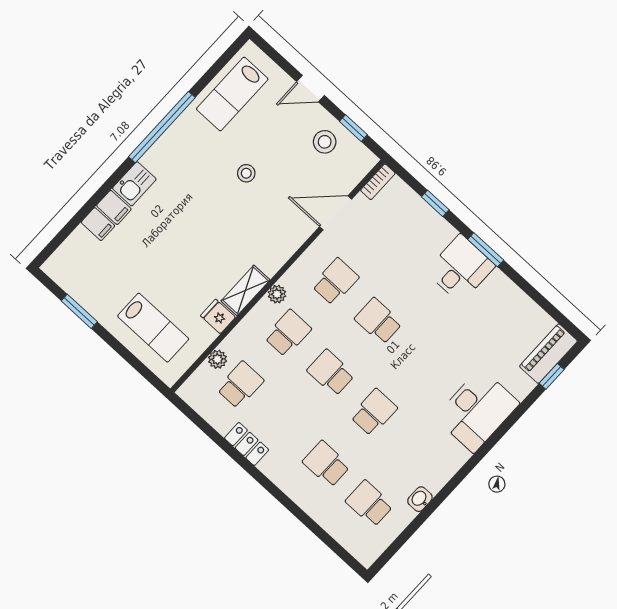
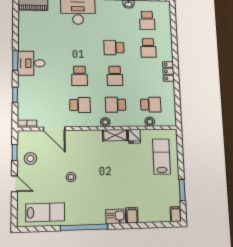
filing cabinet: (98, 224) -> (176, 214), moved
school desk: (335, 281) -> (80, 105), turned 180
school desk: (240, 385) -> (151, 105), turned 180
locker: (247, 444) -> (168, 71), moved

